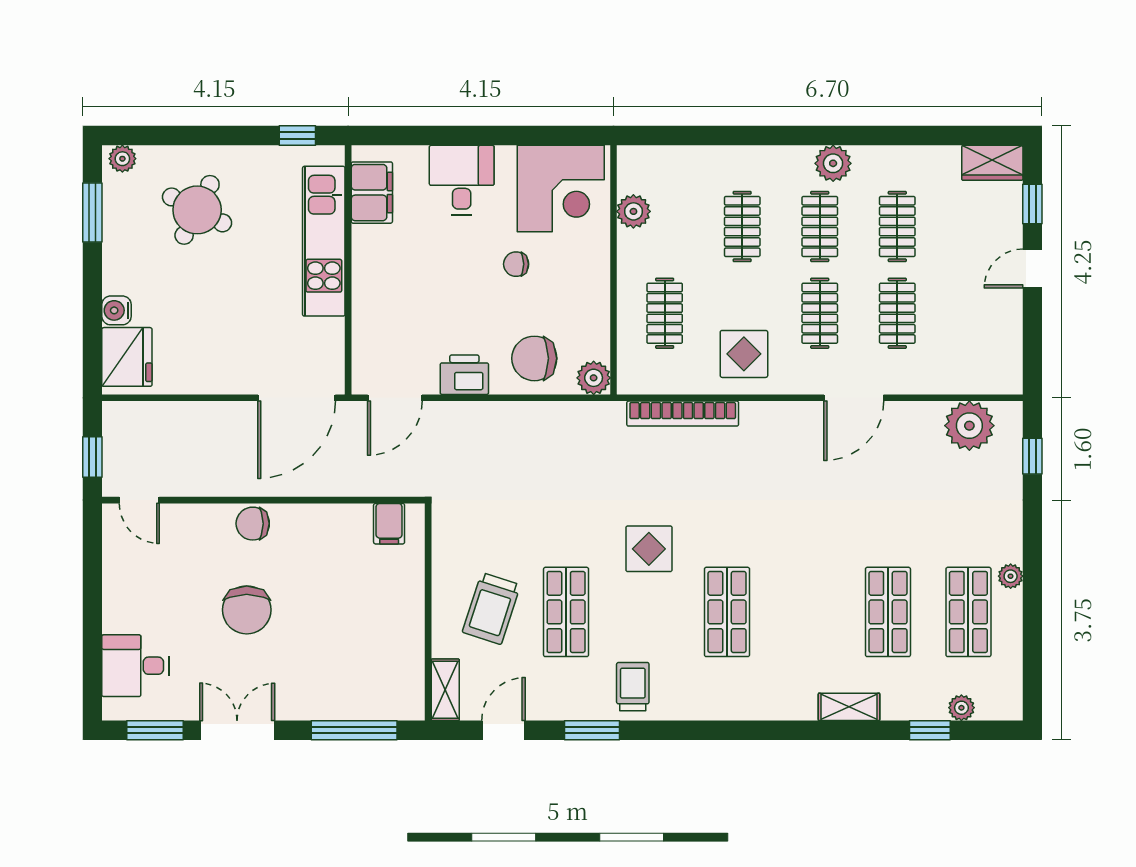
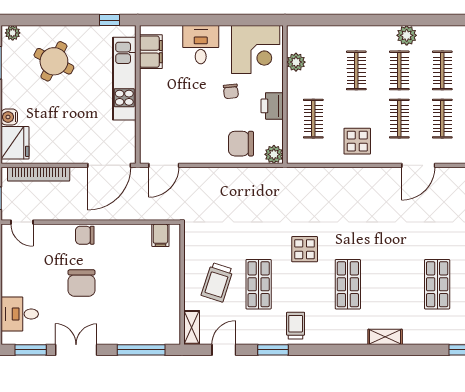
chair: (516, 264) -> (231, 91), turned -96
printer: (464, 375) -> (272, 106), moved, turned -90
bookcase: (683, 414) -> (39, 174), moved
shelving: (849, 707) -> (385, 337), moved

